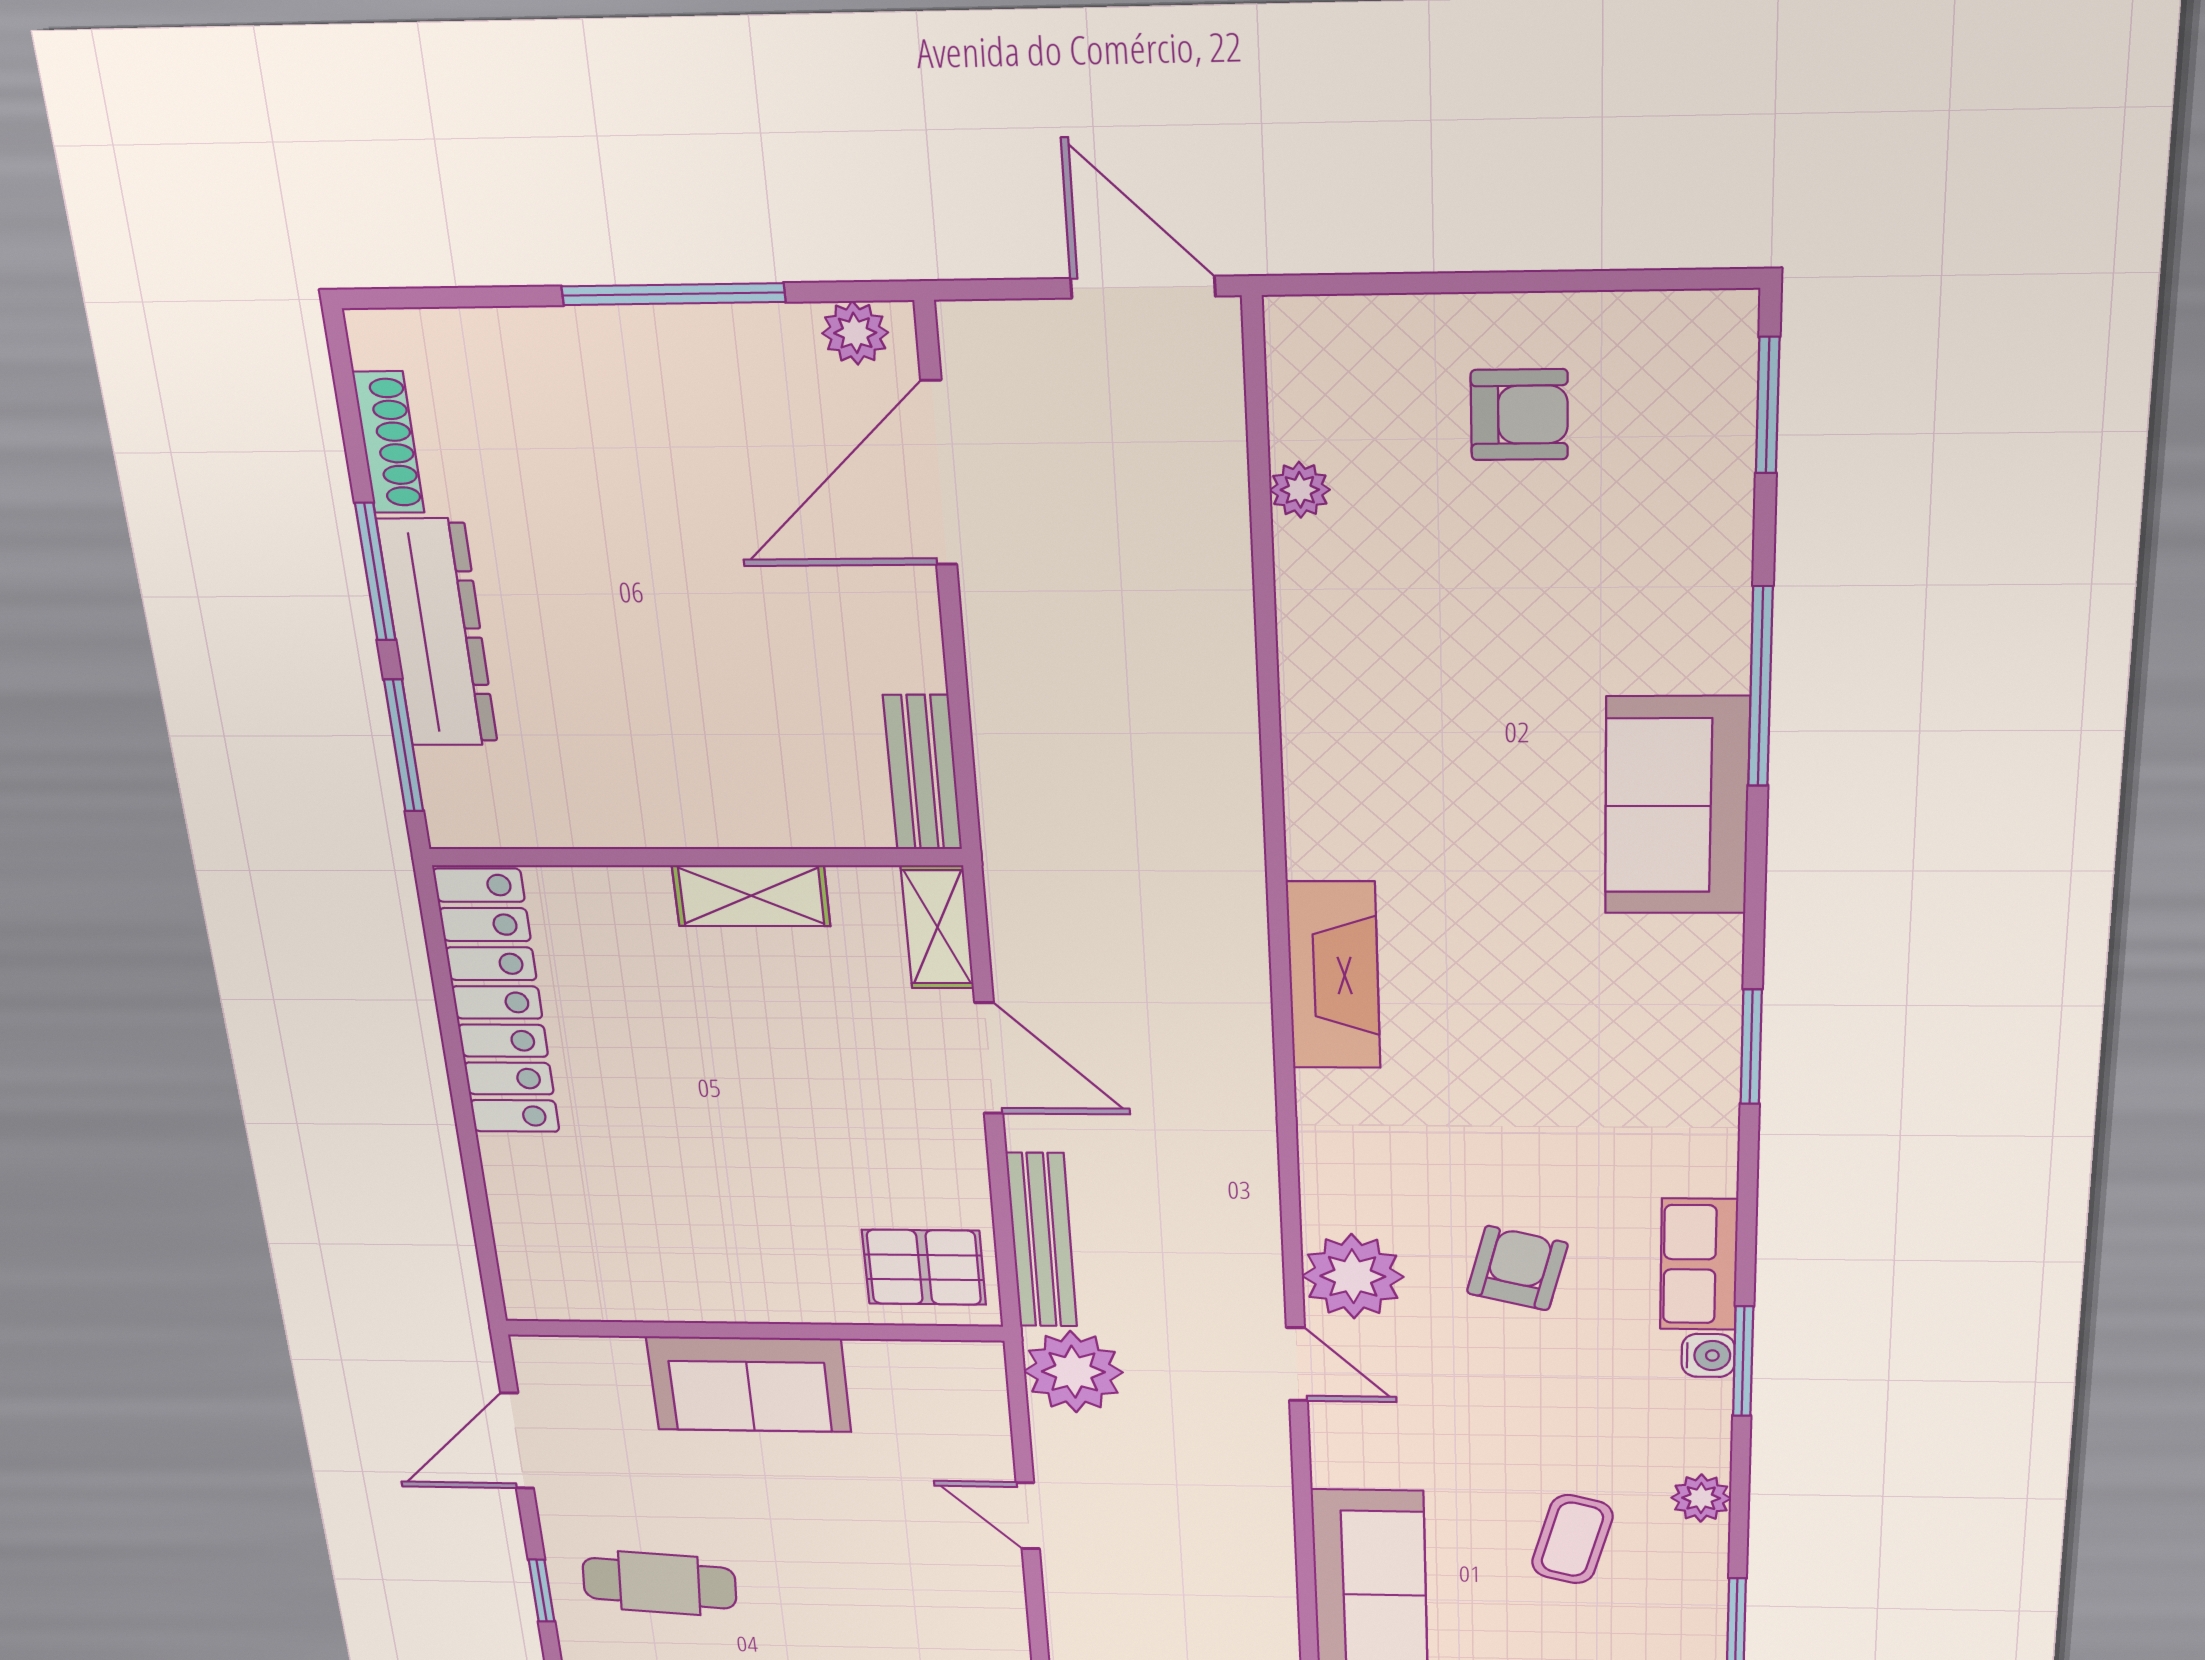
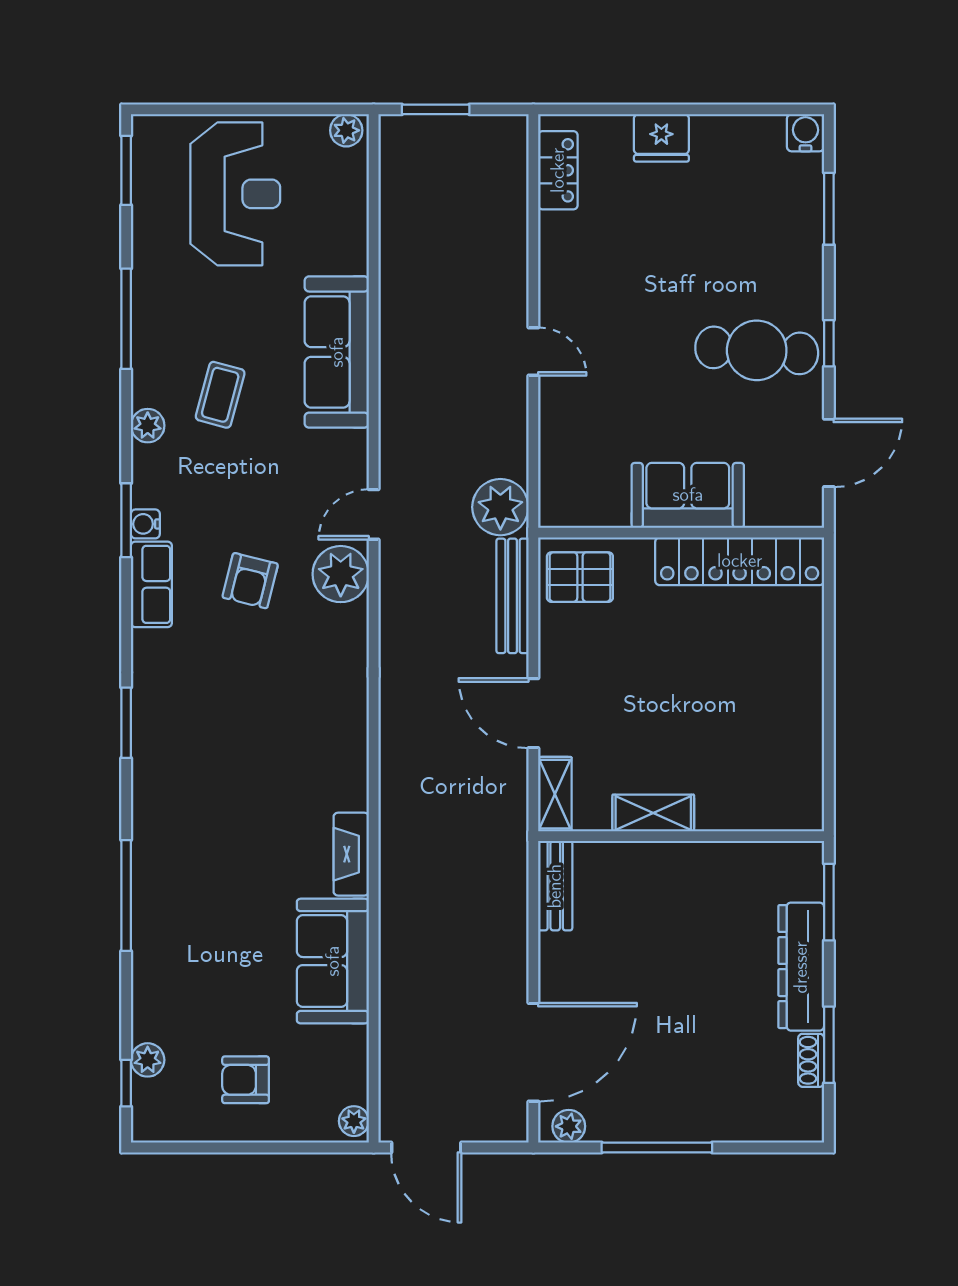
window: (1768, 405) -> (126, 1083), width x0.67
shoe rack: (389, 443) -> (811, 1060), width x0.70
plant: (1722, 451) -> (148, 1060), added
plant: (1300, 490) -> (354, 1121), moved
window: (375, 572) -> (829, 1045), moved
window: (1760, 687) -> (126, 895), moved
sofa: (1677, 806) -> (333, 961), moved, turned 180
fireplace: (1334, 976) -> (351, 854), moved, width x0.73, depth x0.76
locker: (497, 1002) -> (740, 561), moved, turned -90
door: (1297, 1364) -> (374, 514), hinge flipped
door: (1028, 1516) -> (533, 352), moved
cafe table: (659, 1583) -> (757, 350), width x1.37, depth x1.35

